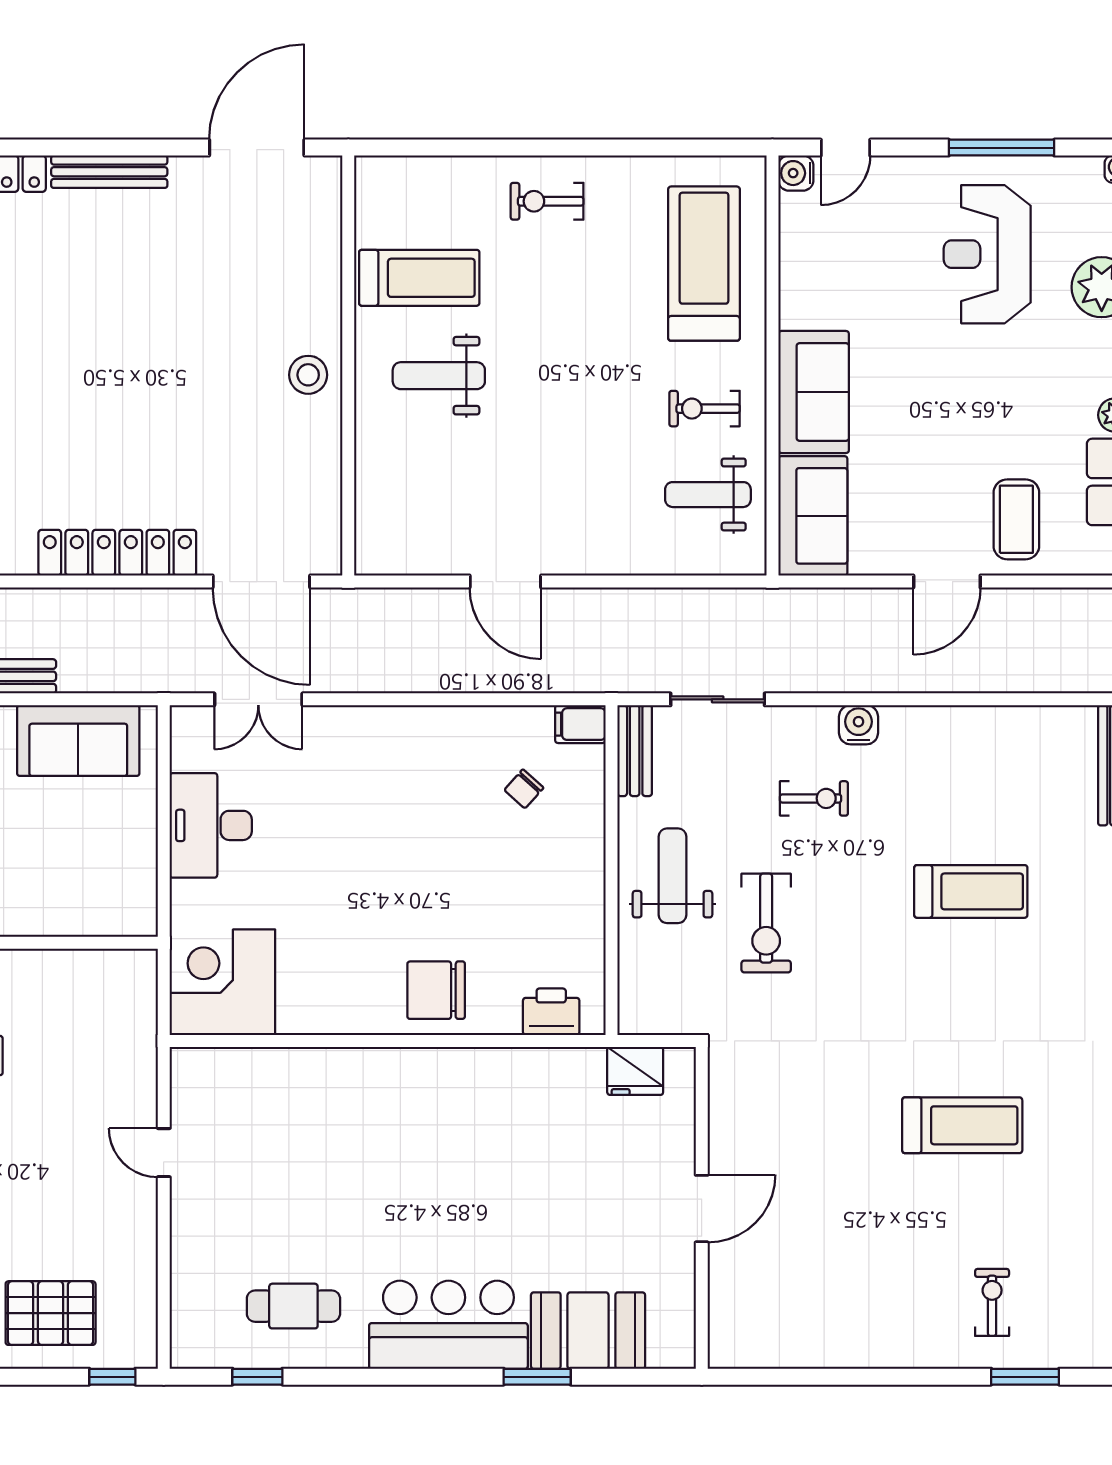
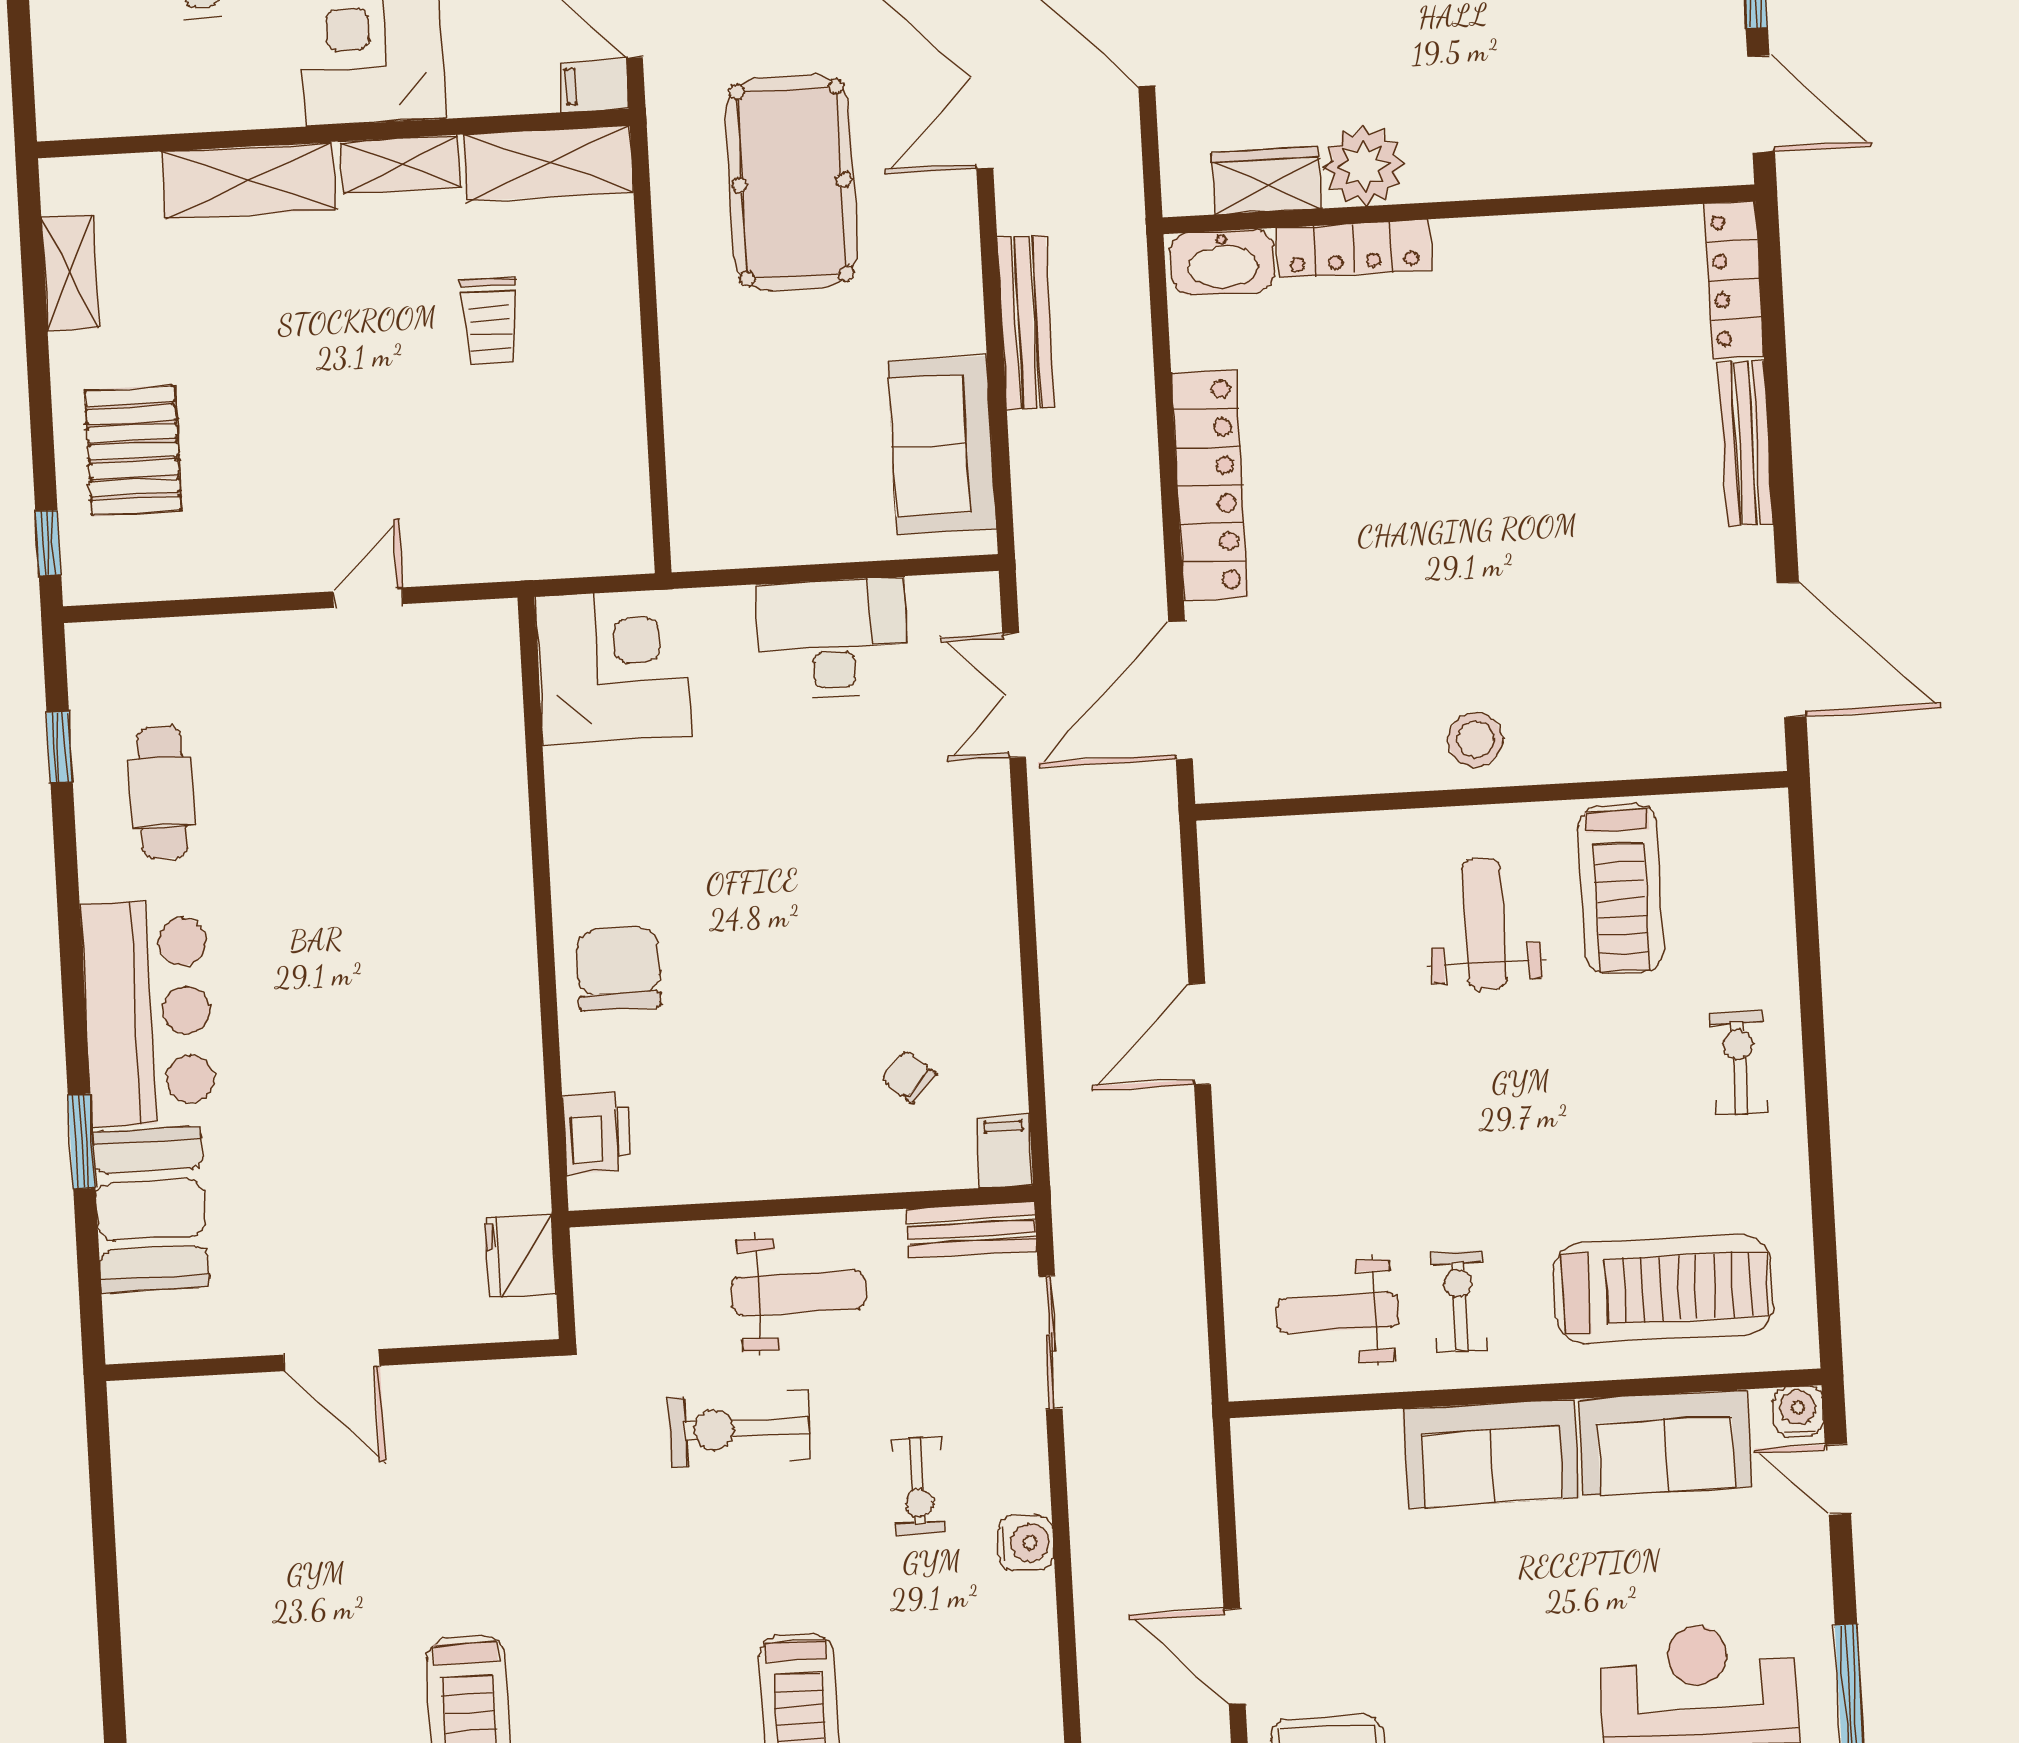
weight bench: (708, 495) -> (1338, 1313), turned -90
sofa: (813, 516) -> (1665, 1443), moved

